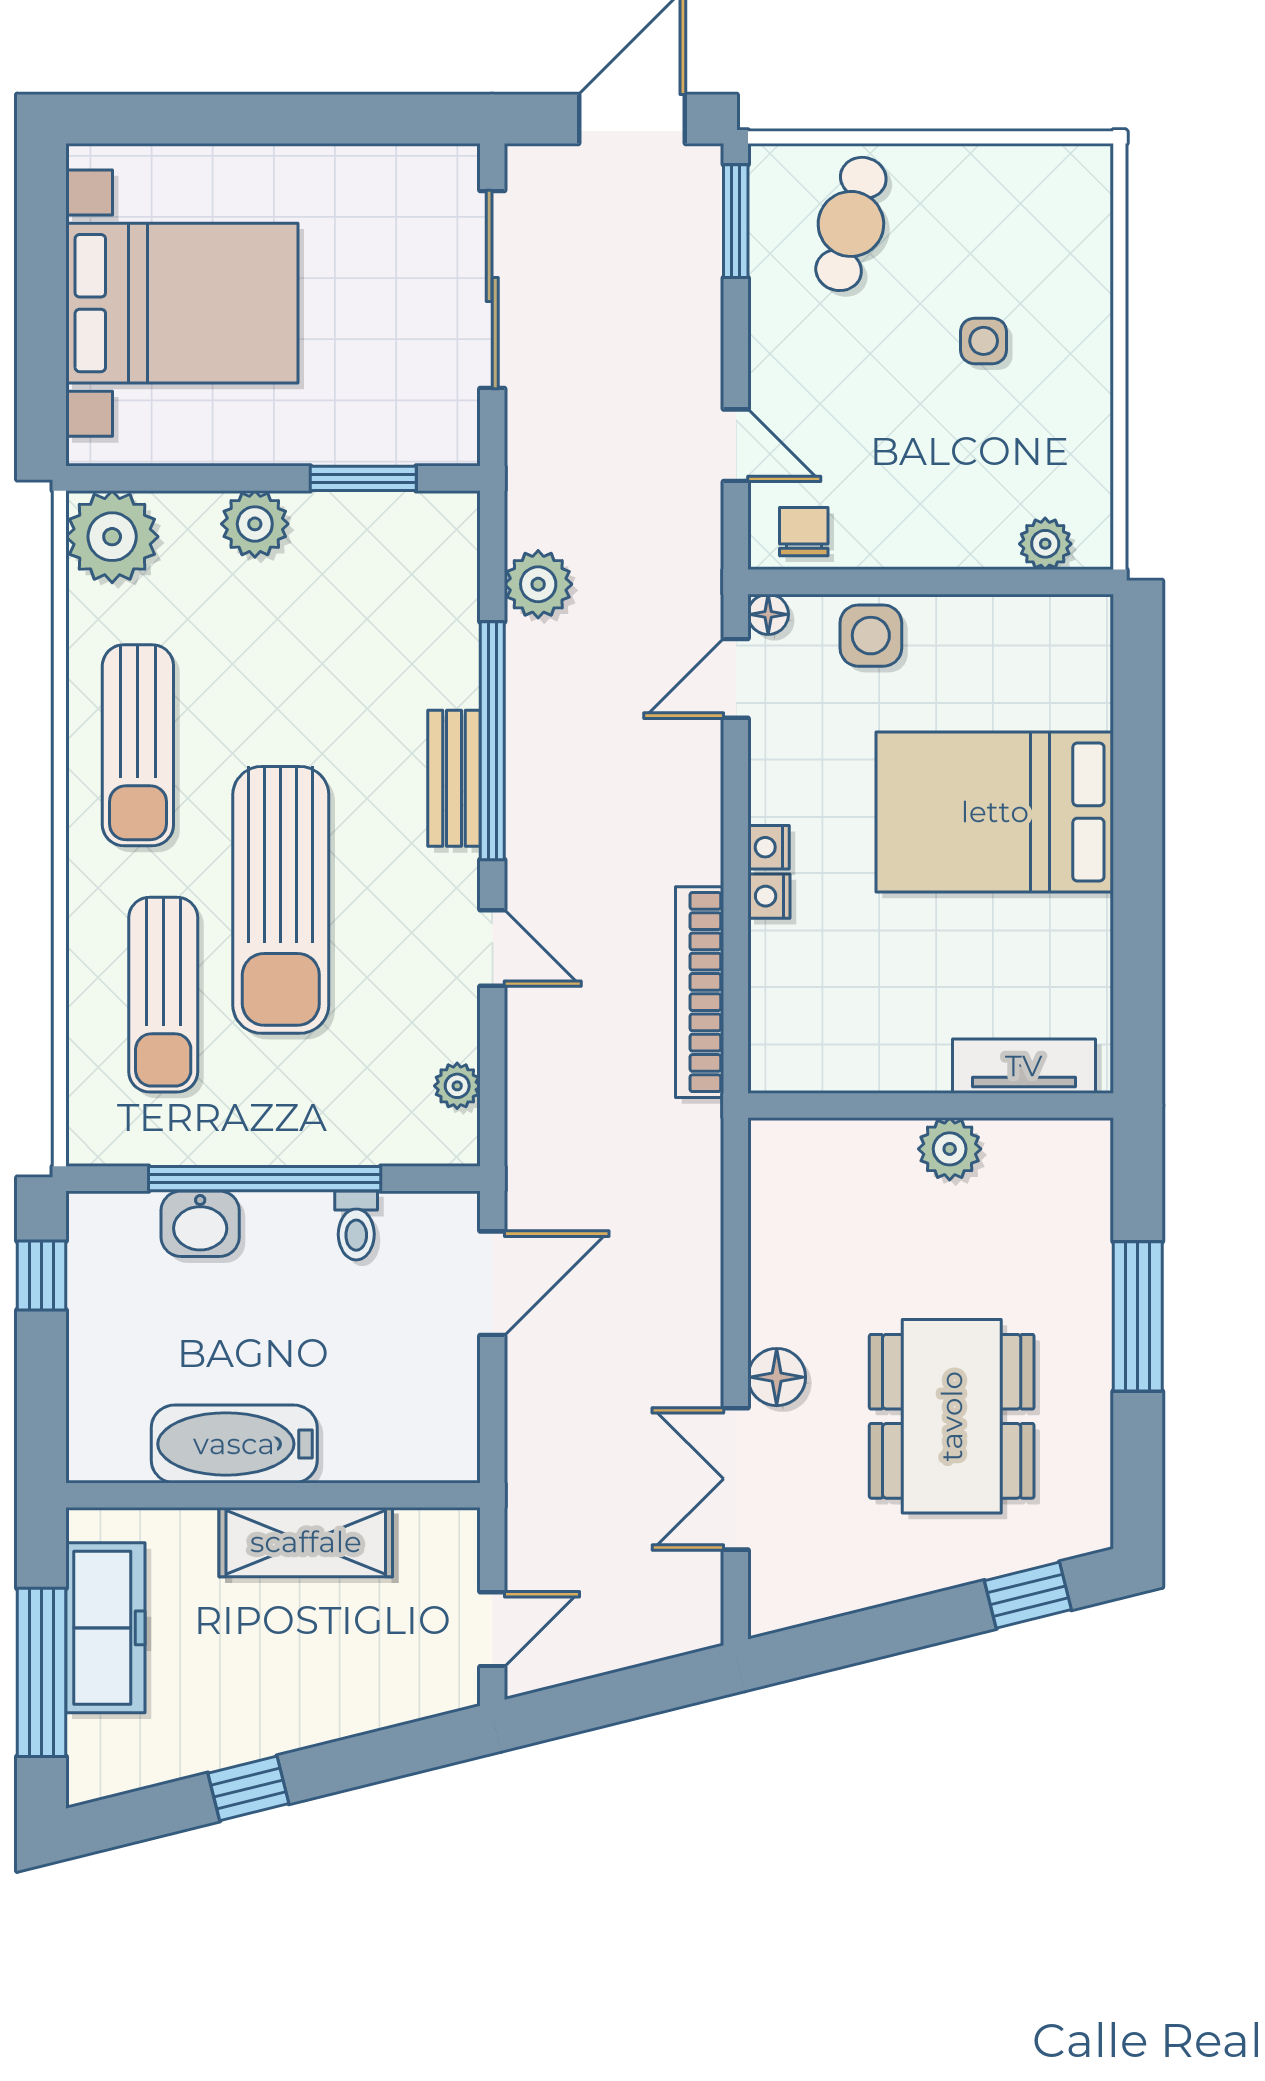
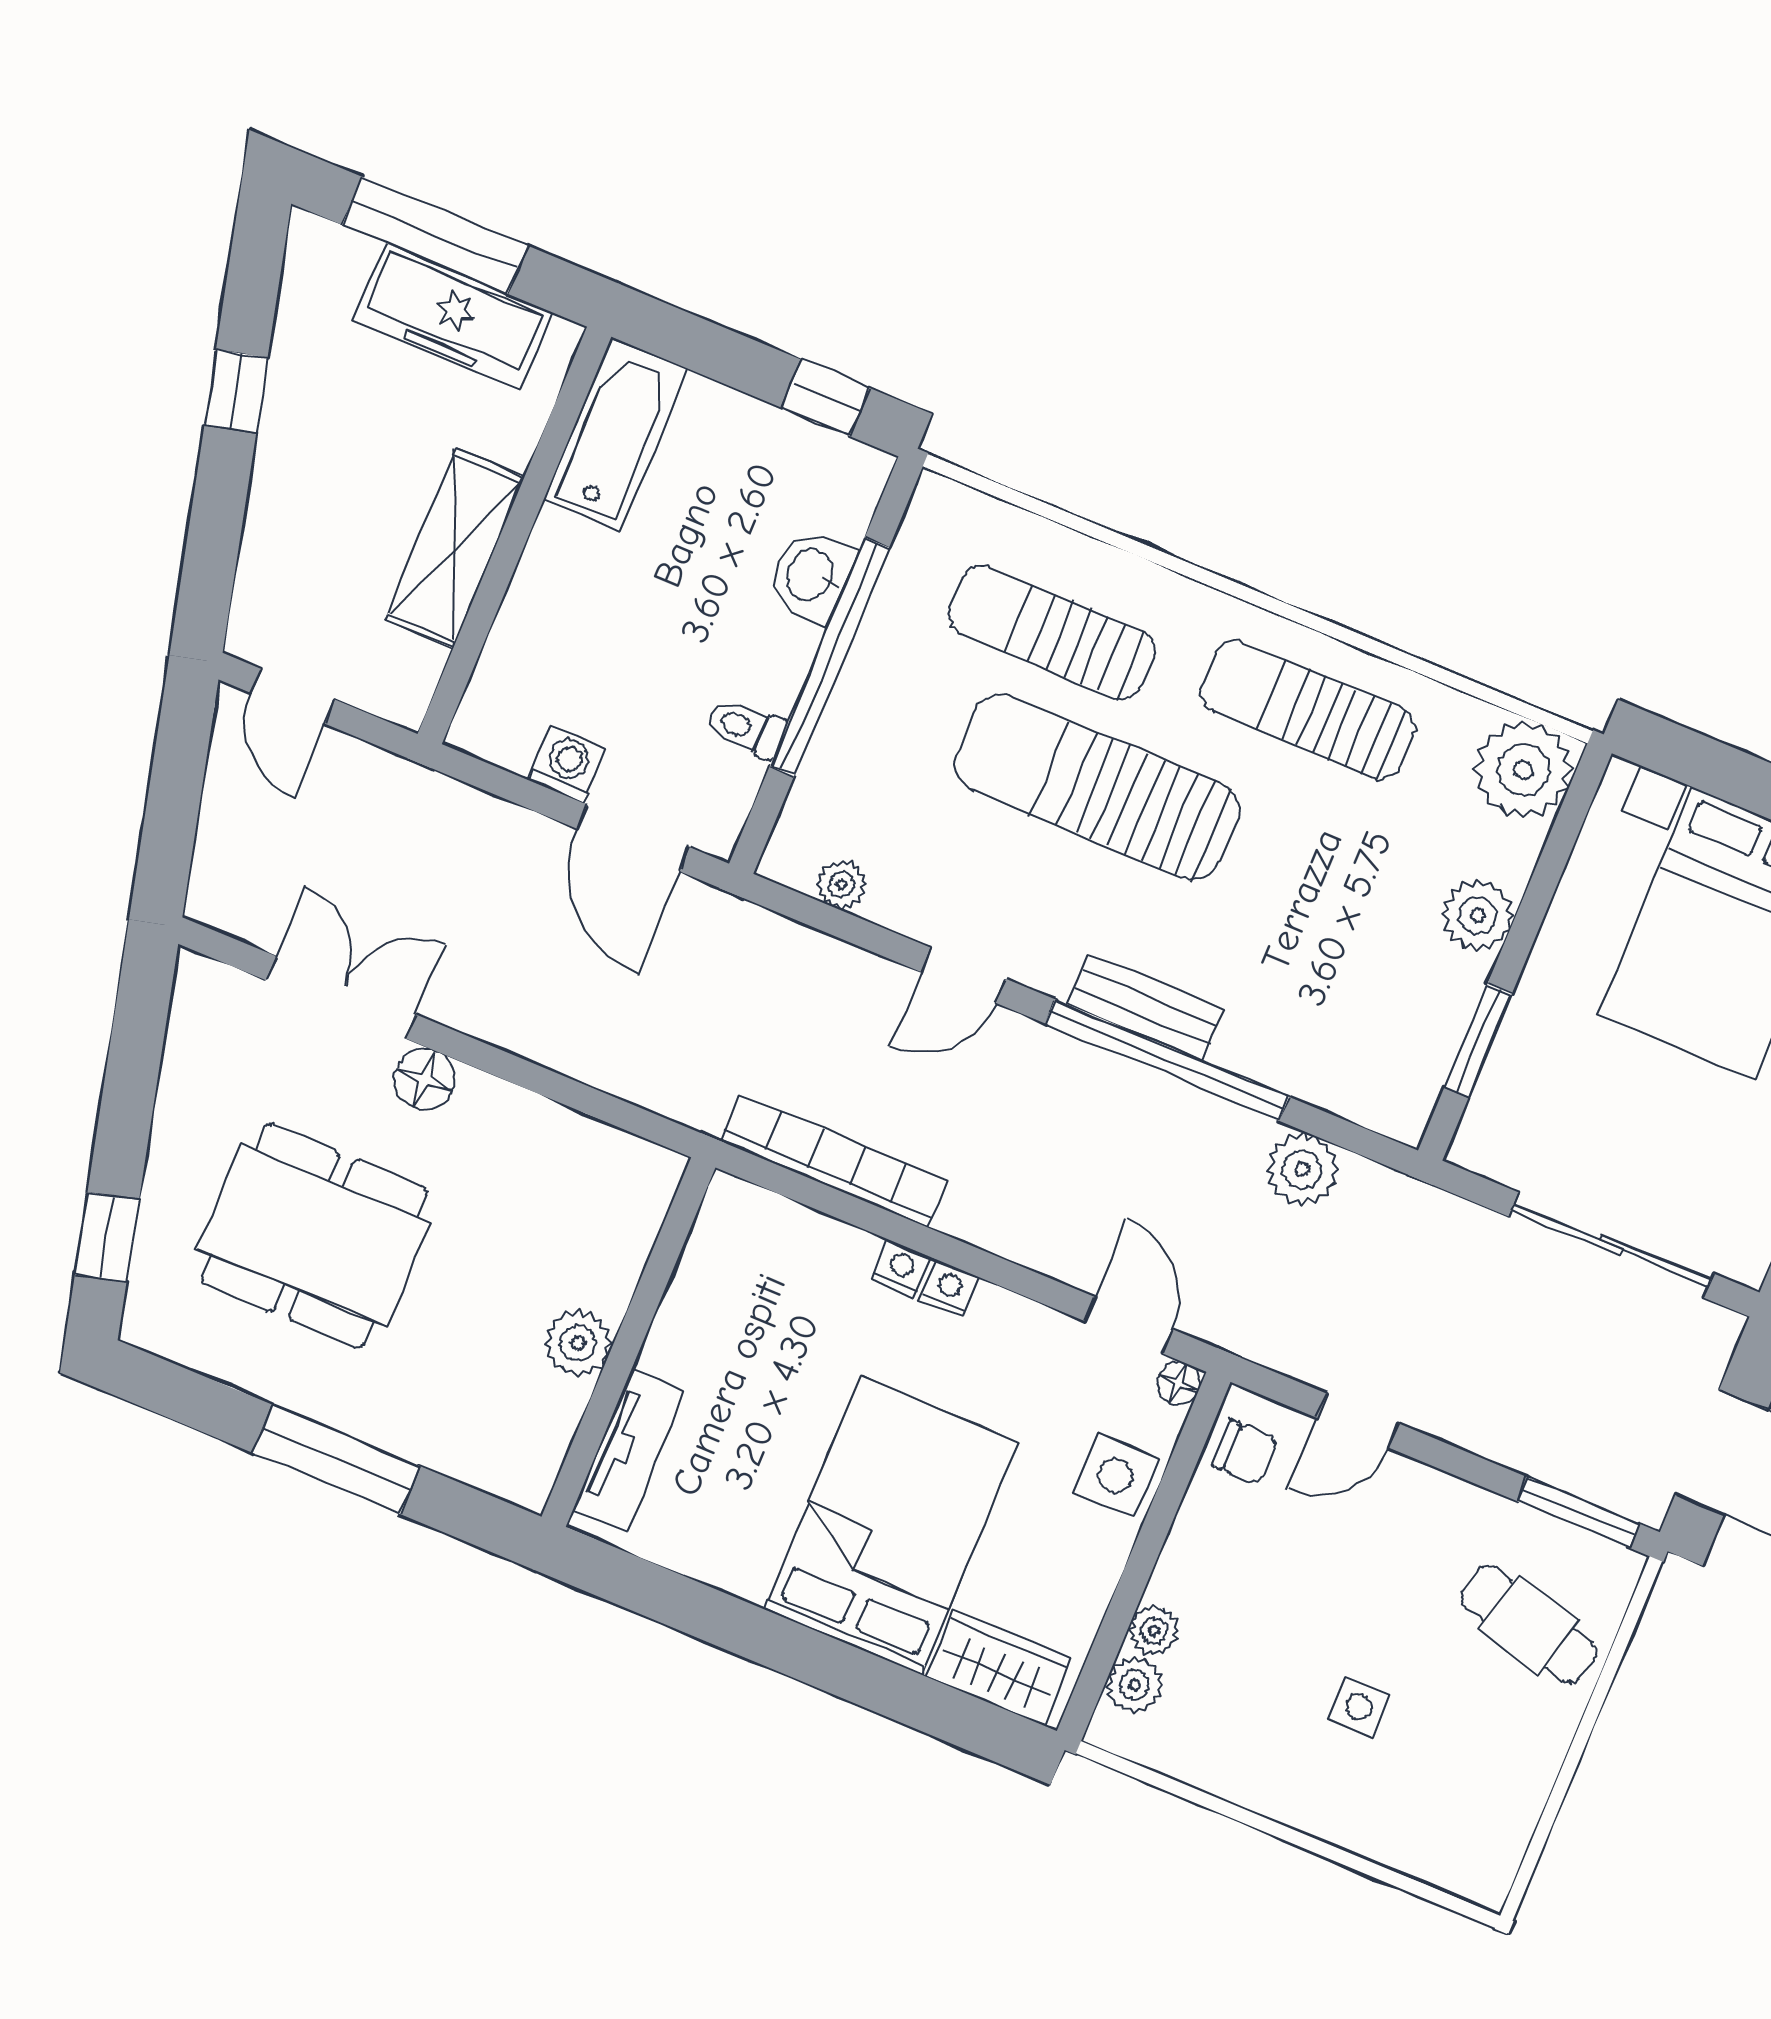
plant: (991, 546) -> (1154, 1631), added
wardrobe: (1079, 667) -> (999, 1667), added
washing machine: (452, 1367) -> (567, 764), added
bathtub: (234, 1444) -> (616, 434), moved

